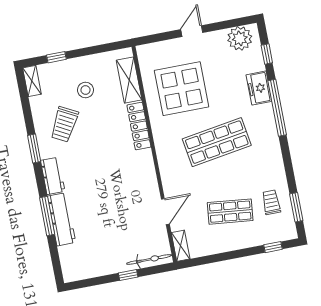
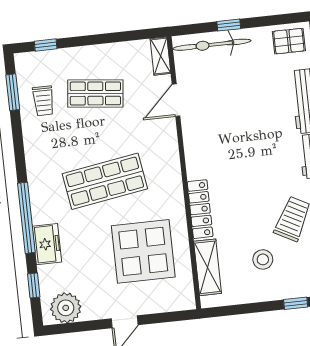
bicycle: (149, 259) -> (212, 45), width x1.37, depth x1.40
pallet: (79, 266) -> (289, 41), added

